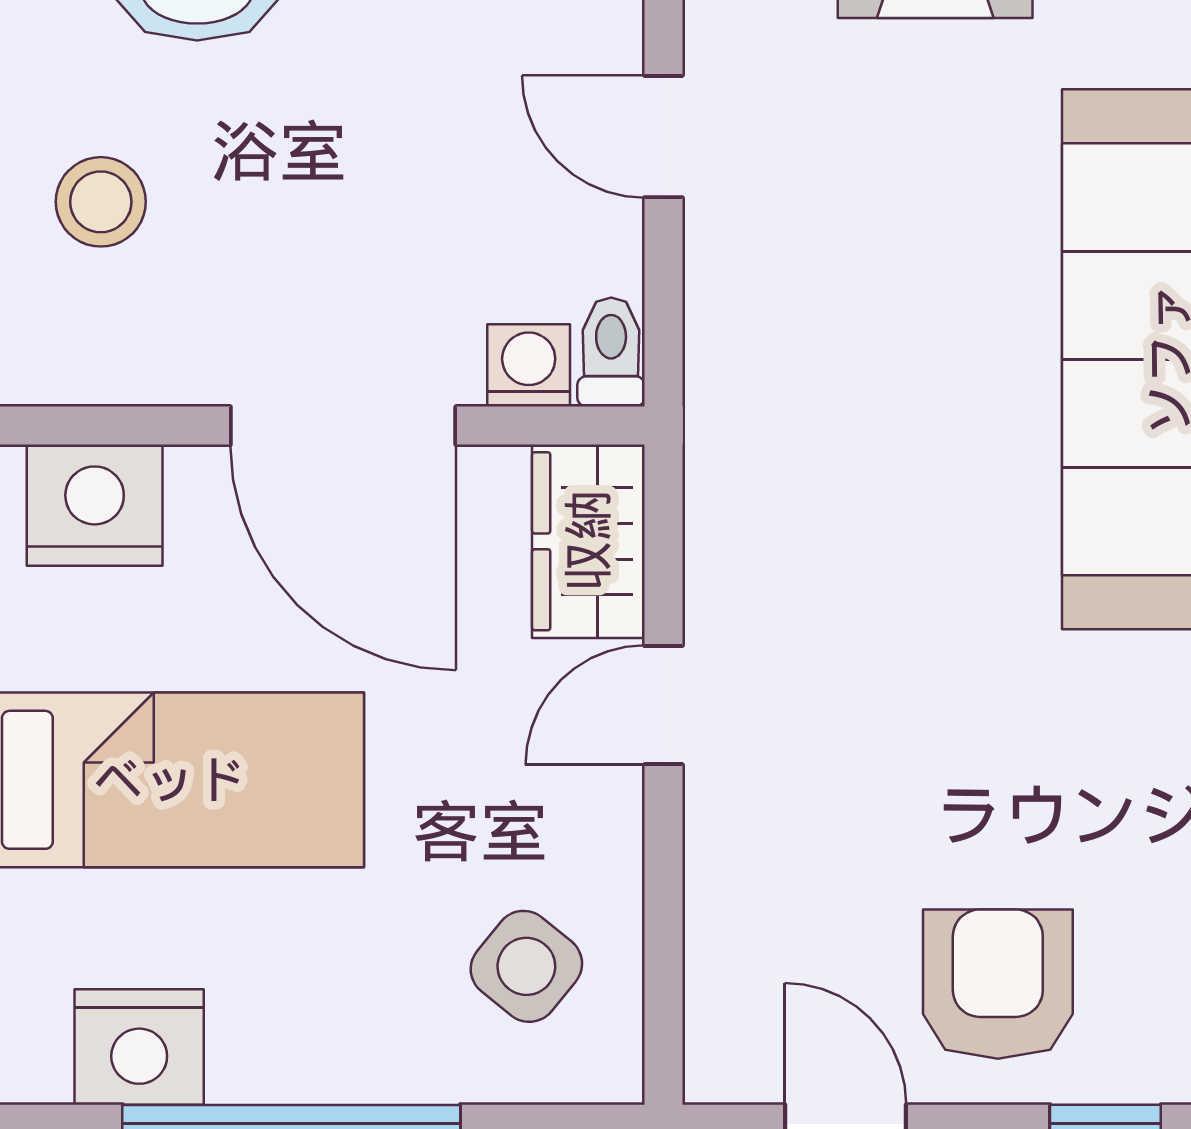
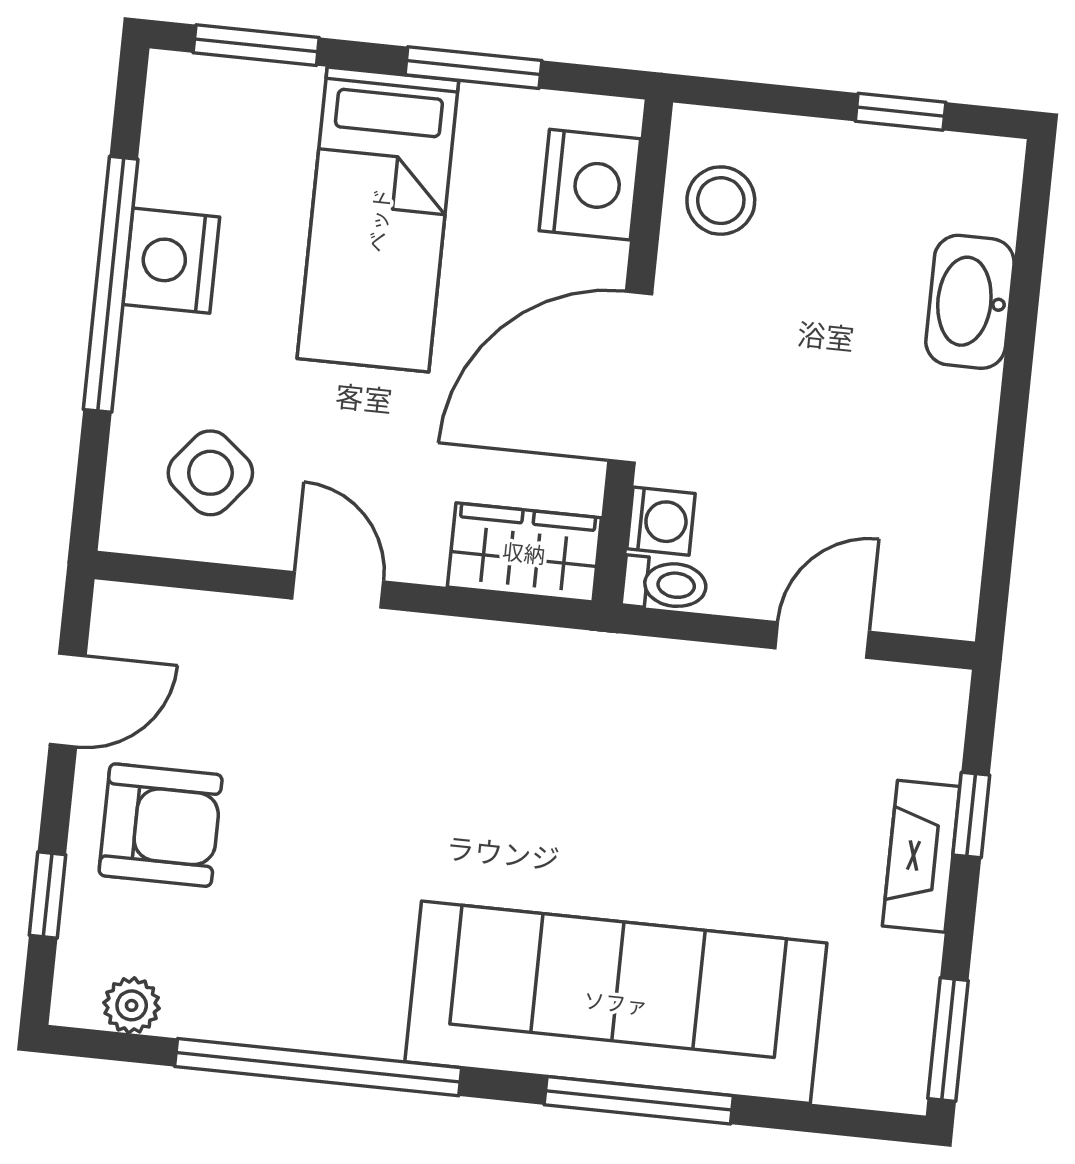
stool: (101, 202) -> (721, 201), moved
door: (663, 705) -> (338, 590), moved
nightstand: (139, 1047) -> (171, 261), moved

